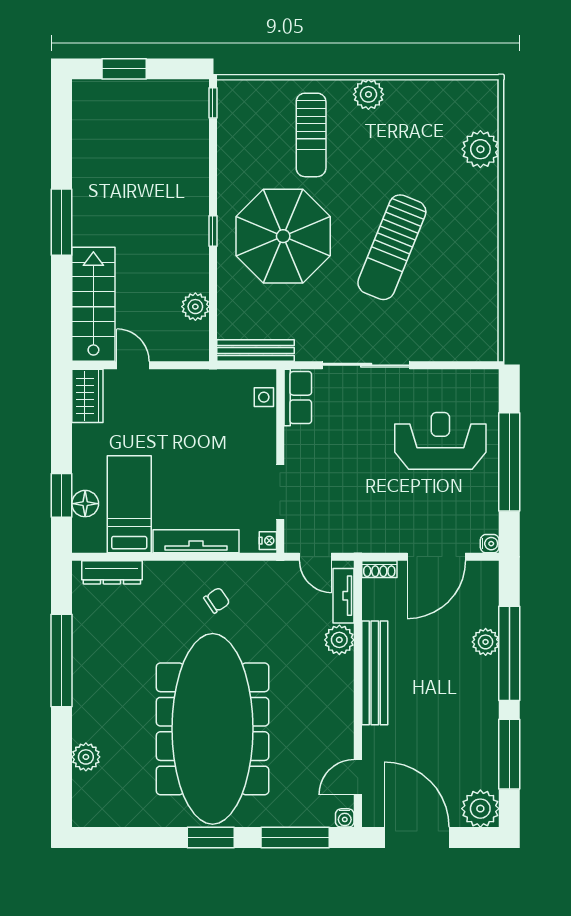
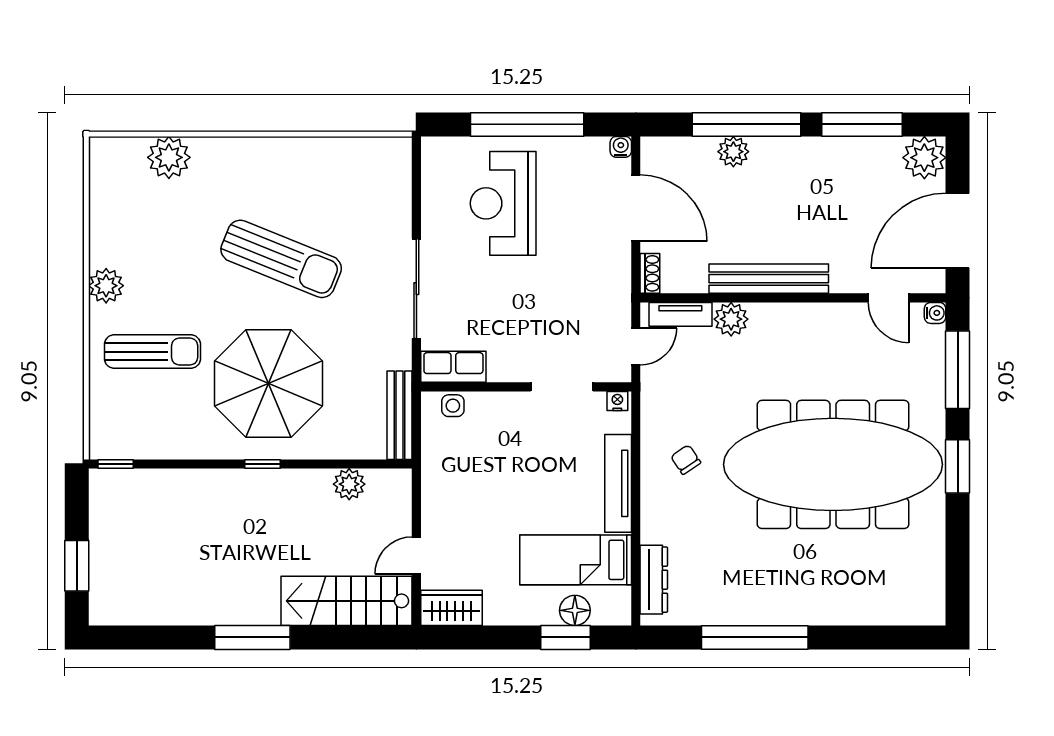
plant: (86, 757) -> (865, 610), removed

